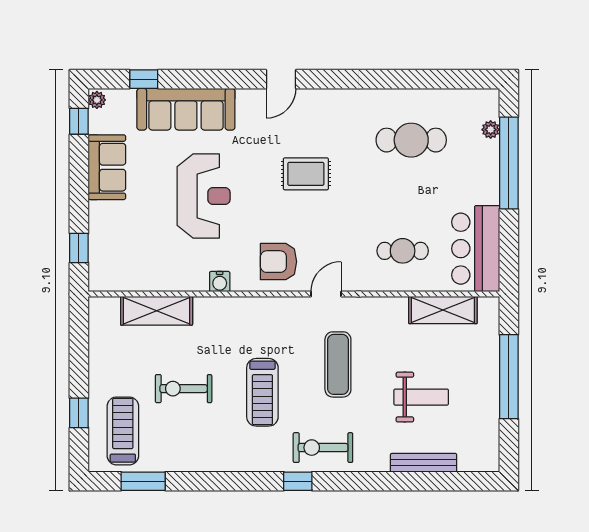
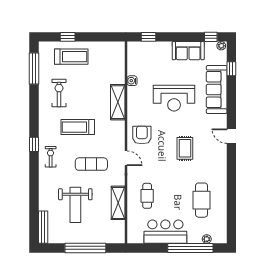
bar counter: (476, 249) -> (165, 232), moved
water cooler: (220, 282) -> (132, 81), moved
shelving: (443, 310) -> (118, 203), moved
shelving: (157, 311) -> (118, 102), moved
exercise bike: (184, 389) -> (59, 93), moved
weight bench: (421, 397) -> (75, 205), width x1.36, depth x1.33
treadmill: (123, 431) -> (71, 57), moved
exercise bike: (323, 448) -> (51, 157), width x0.73, depth x0.72
bench: (424, 463) -> (43, 227), moved
window: (143, 481) -> (34, 68), width x1.44

